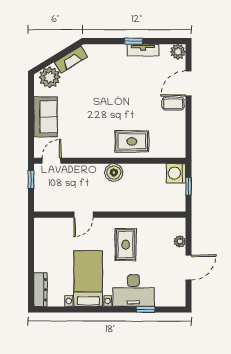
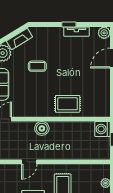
coffee table: (173, 104) -> (37, 66), moved
boiler: (114, 173) -> (42, 128), moved

